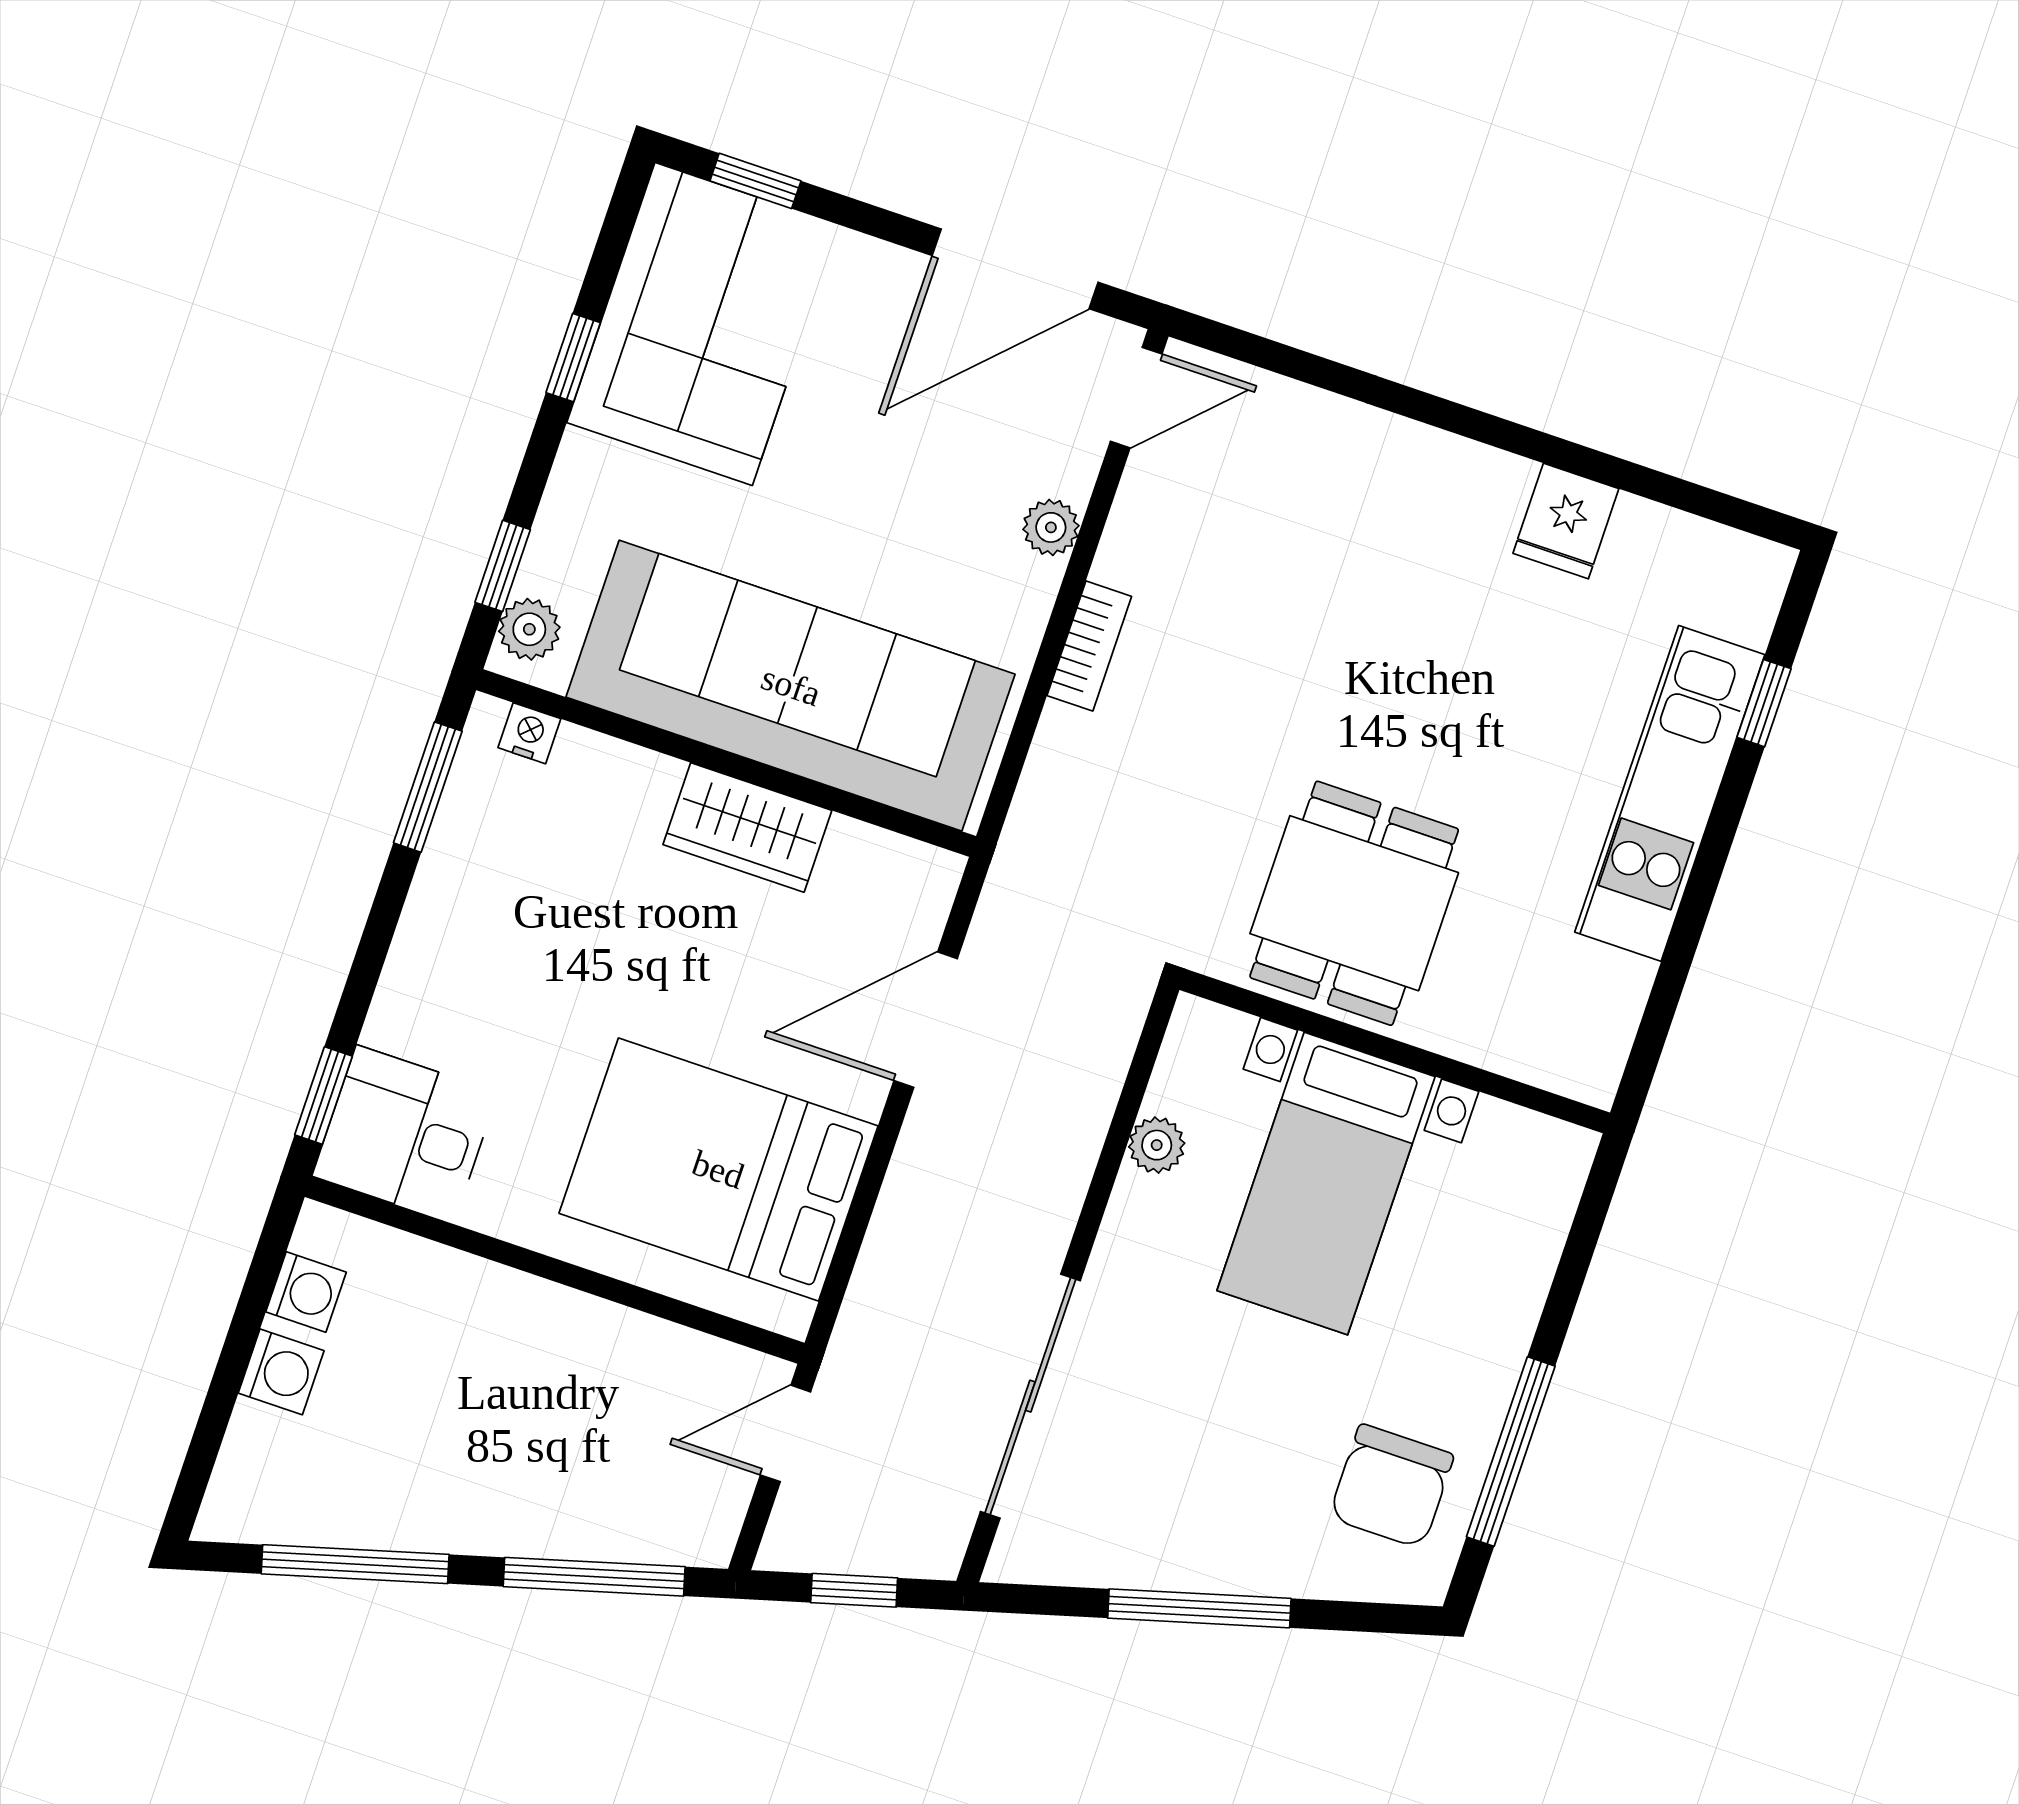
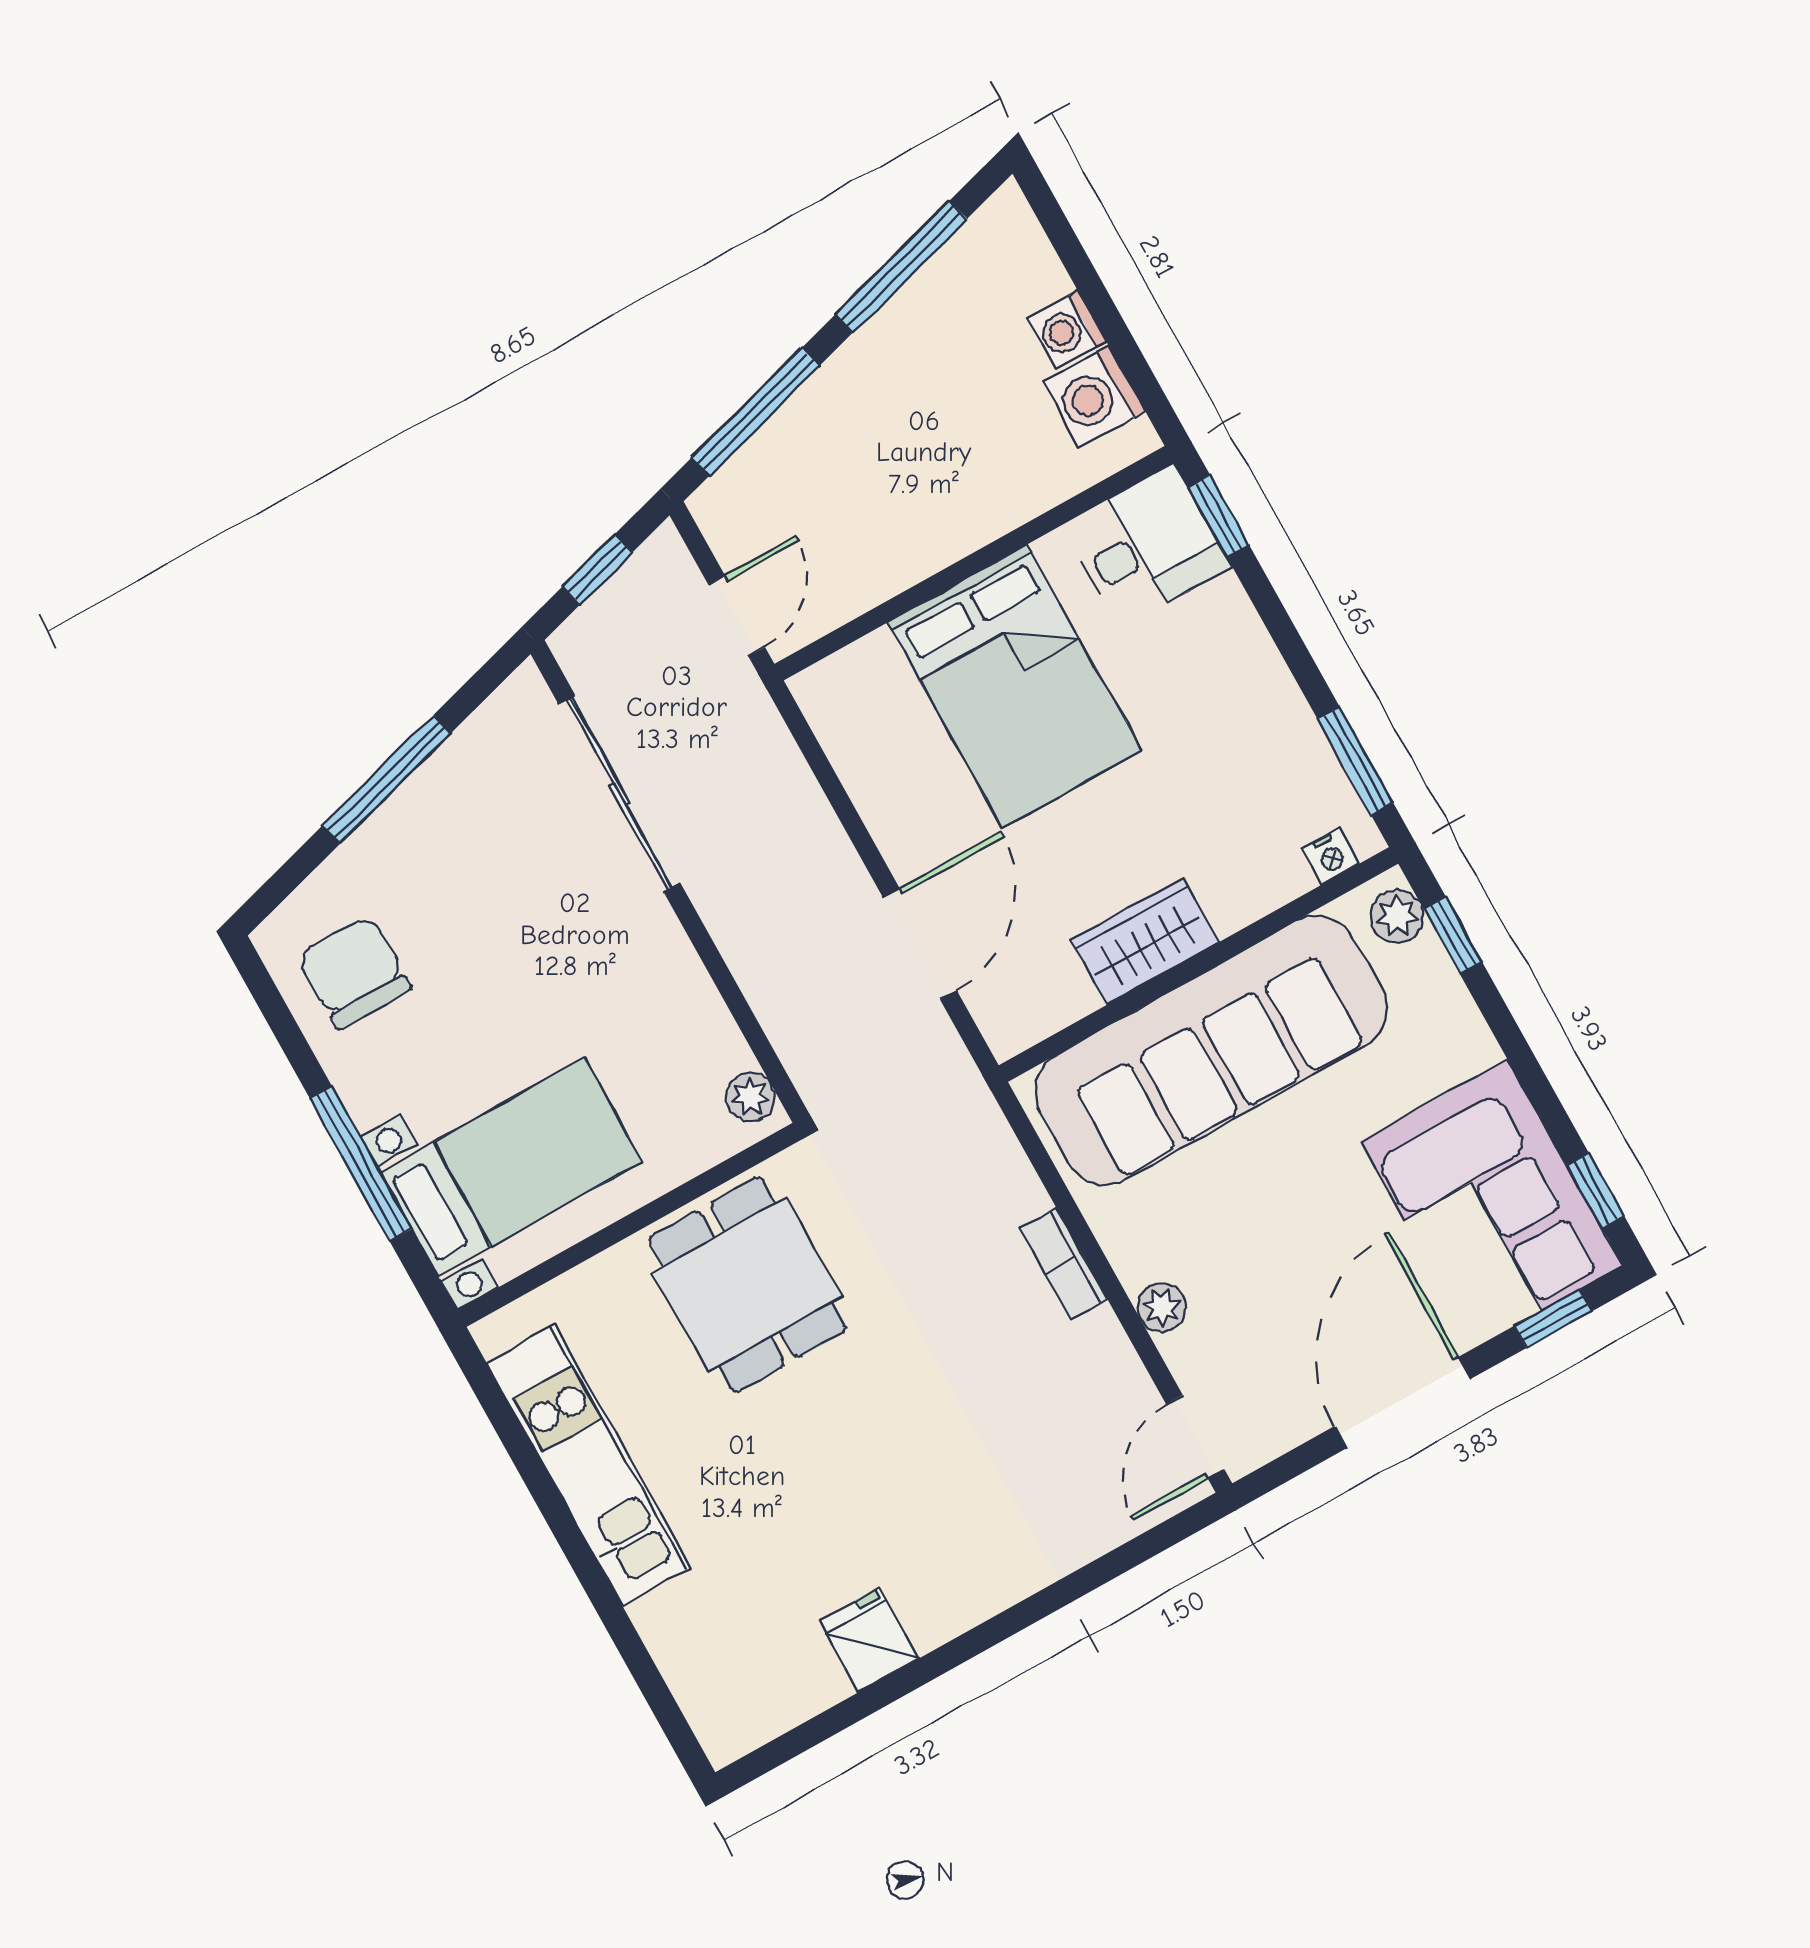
door: (1015, 269) -> (1403, 1402), moved
window: (573, 358) -> (1596, 1191), moved
window: (1764, 703) -> (639, 1661), removed
kitchen unit: (1670, 793) -> (588, 1465), moved
plant: (1157, 1145) -> (750, 1097), moved
bed: (718, 1170) -> (1014, 686), moved, turned 90
bed with nightstands: (1326, 1184) -> (511, 1167), moved, turned 90
washing machine: (306, 1292) -> (1094, 397), width x1.38, depth x1.38
window: (1511, 1451) -> (361, 1164), moved

